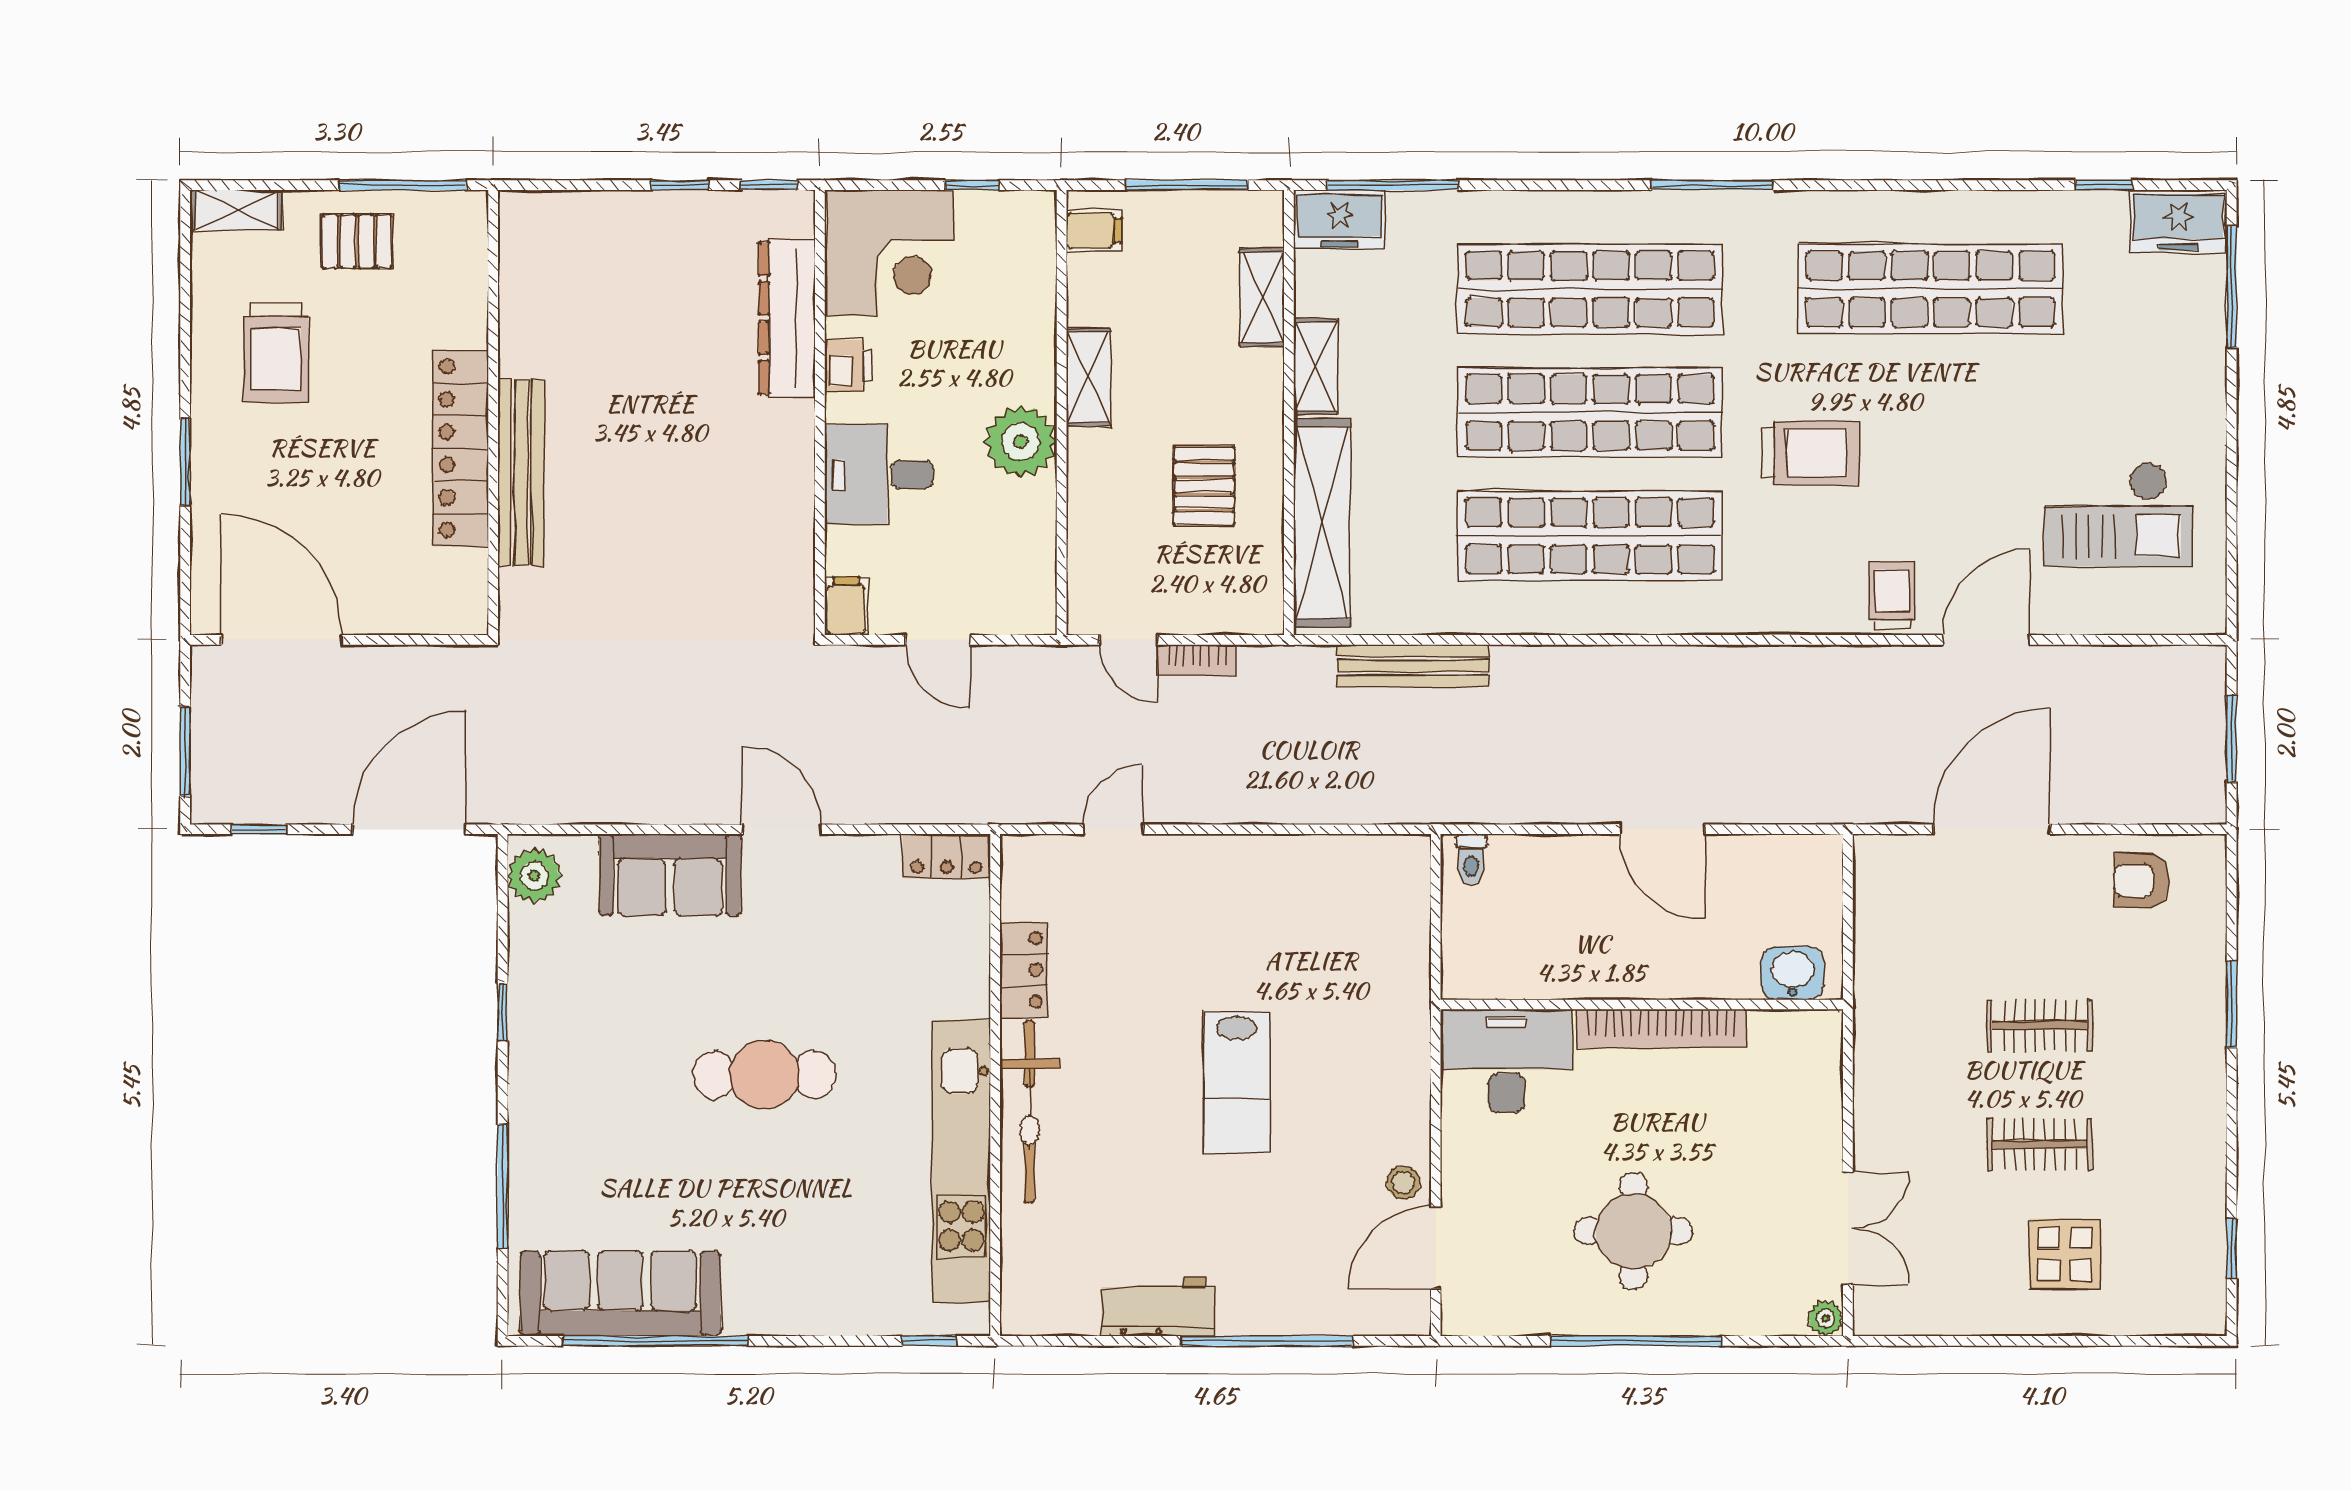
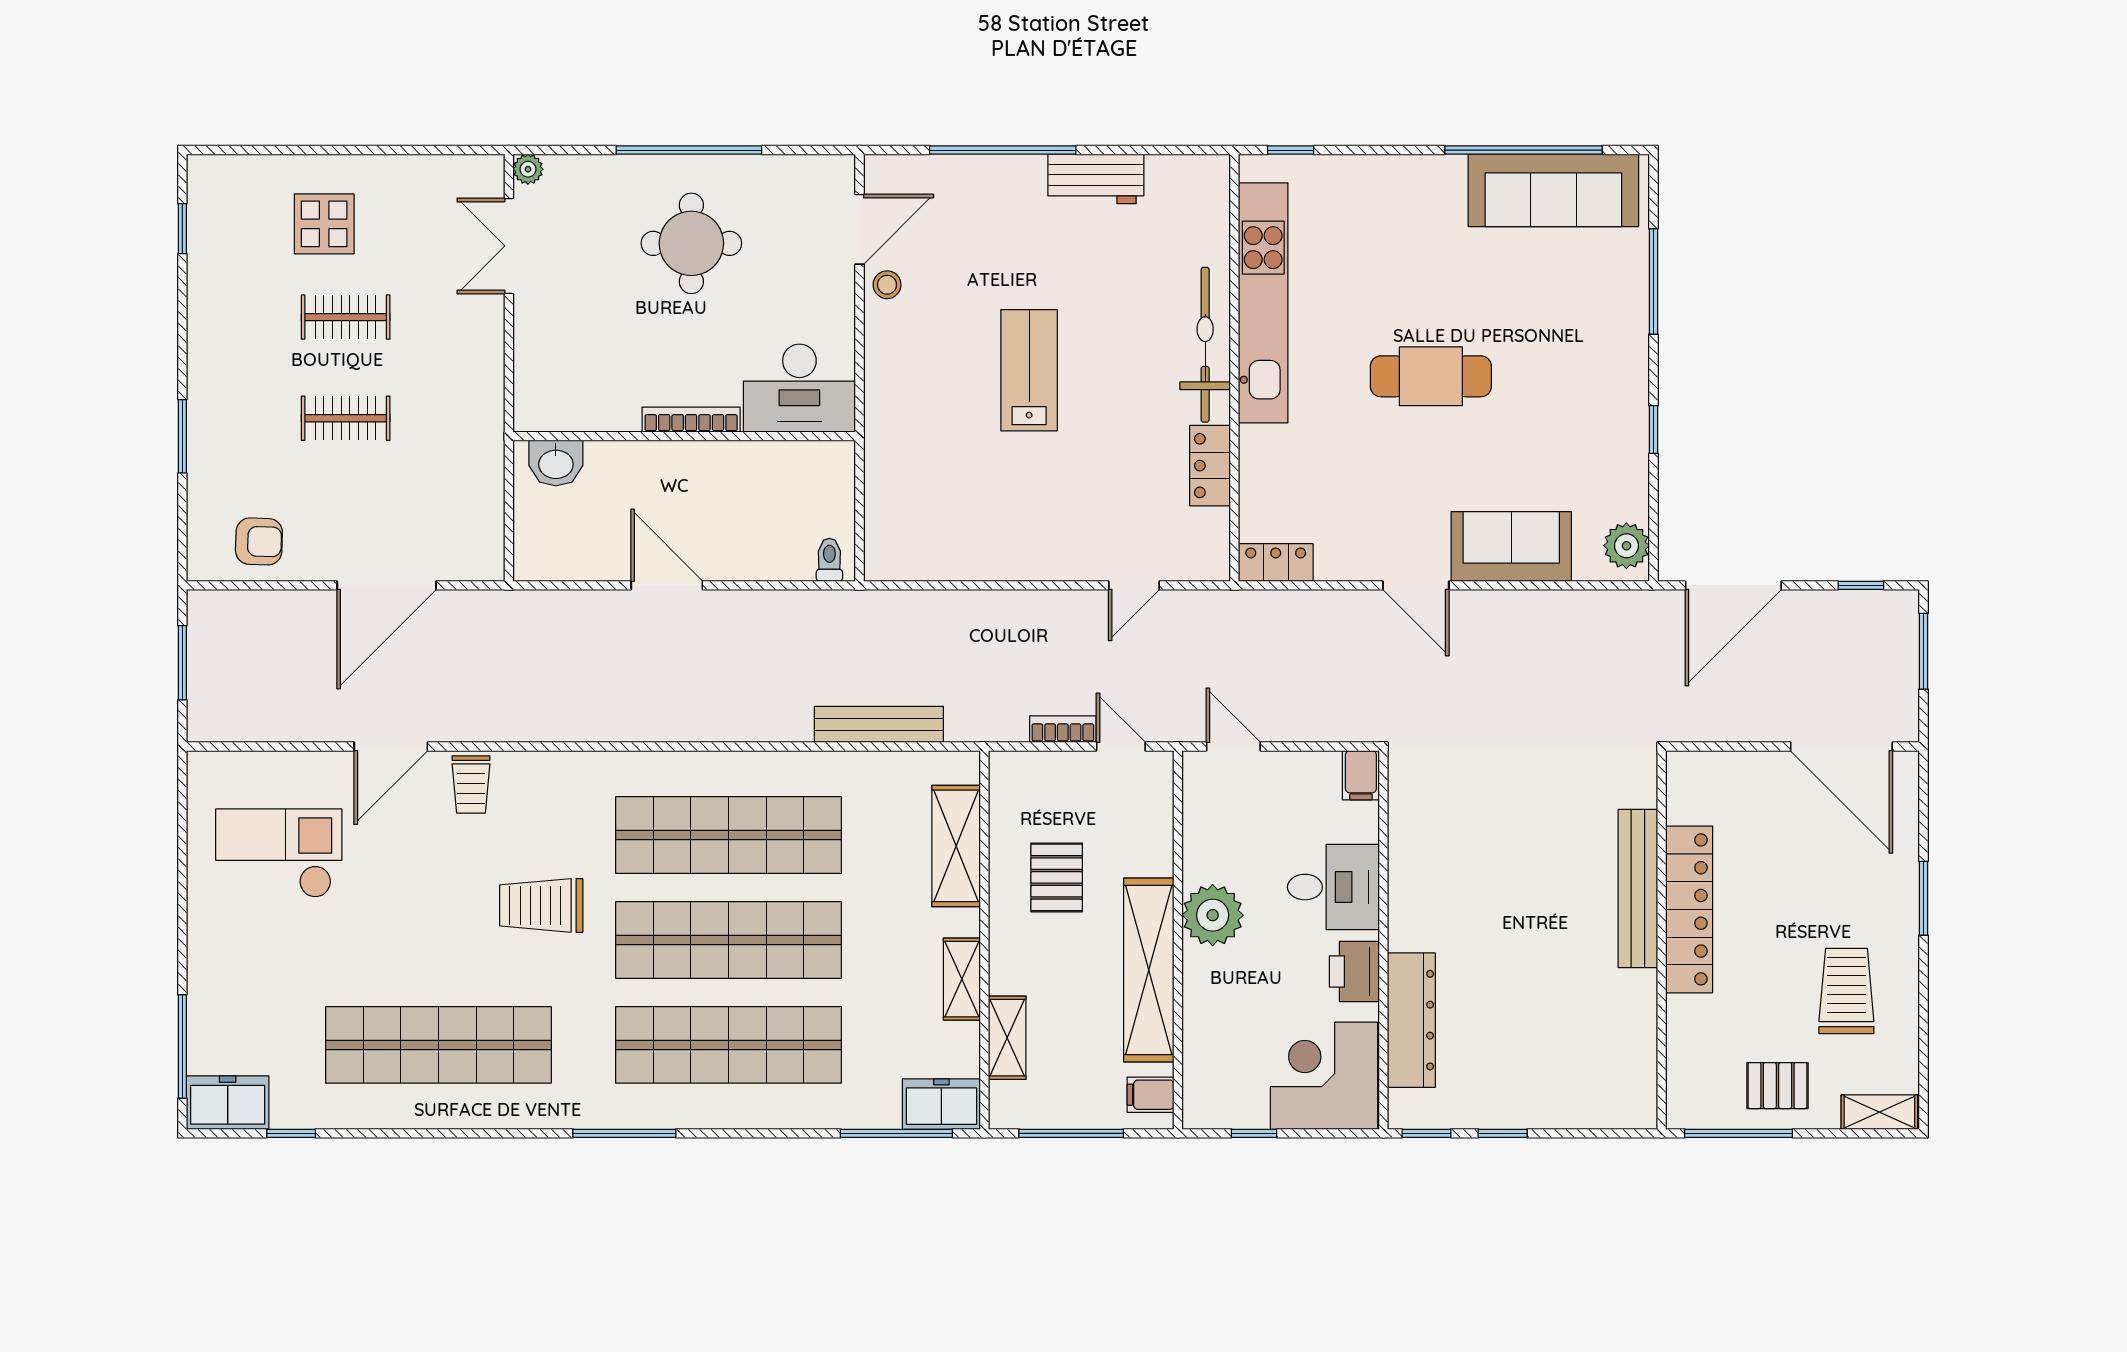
printer: (848, 366) -> (1354, 971), width x1.36, depth x1.24
shelving: (1088, 377) -> (1149, 970), width x2.20, depth x1.33
shelving: (1322, 523) -> (956, 846), width x0.68
door: (938, 640) -> (1233, 747), moved
bookcase: (1661, 1029) -> (691, 420), width x0.68, depth x0.76

